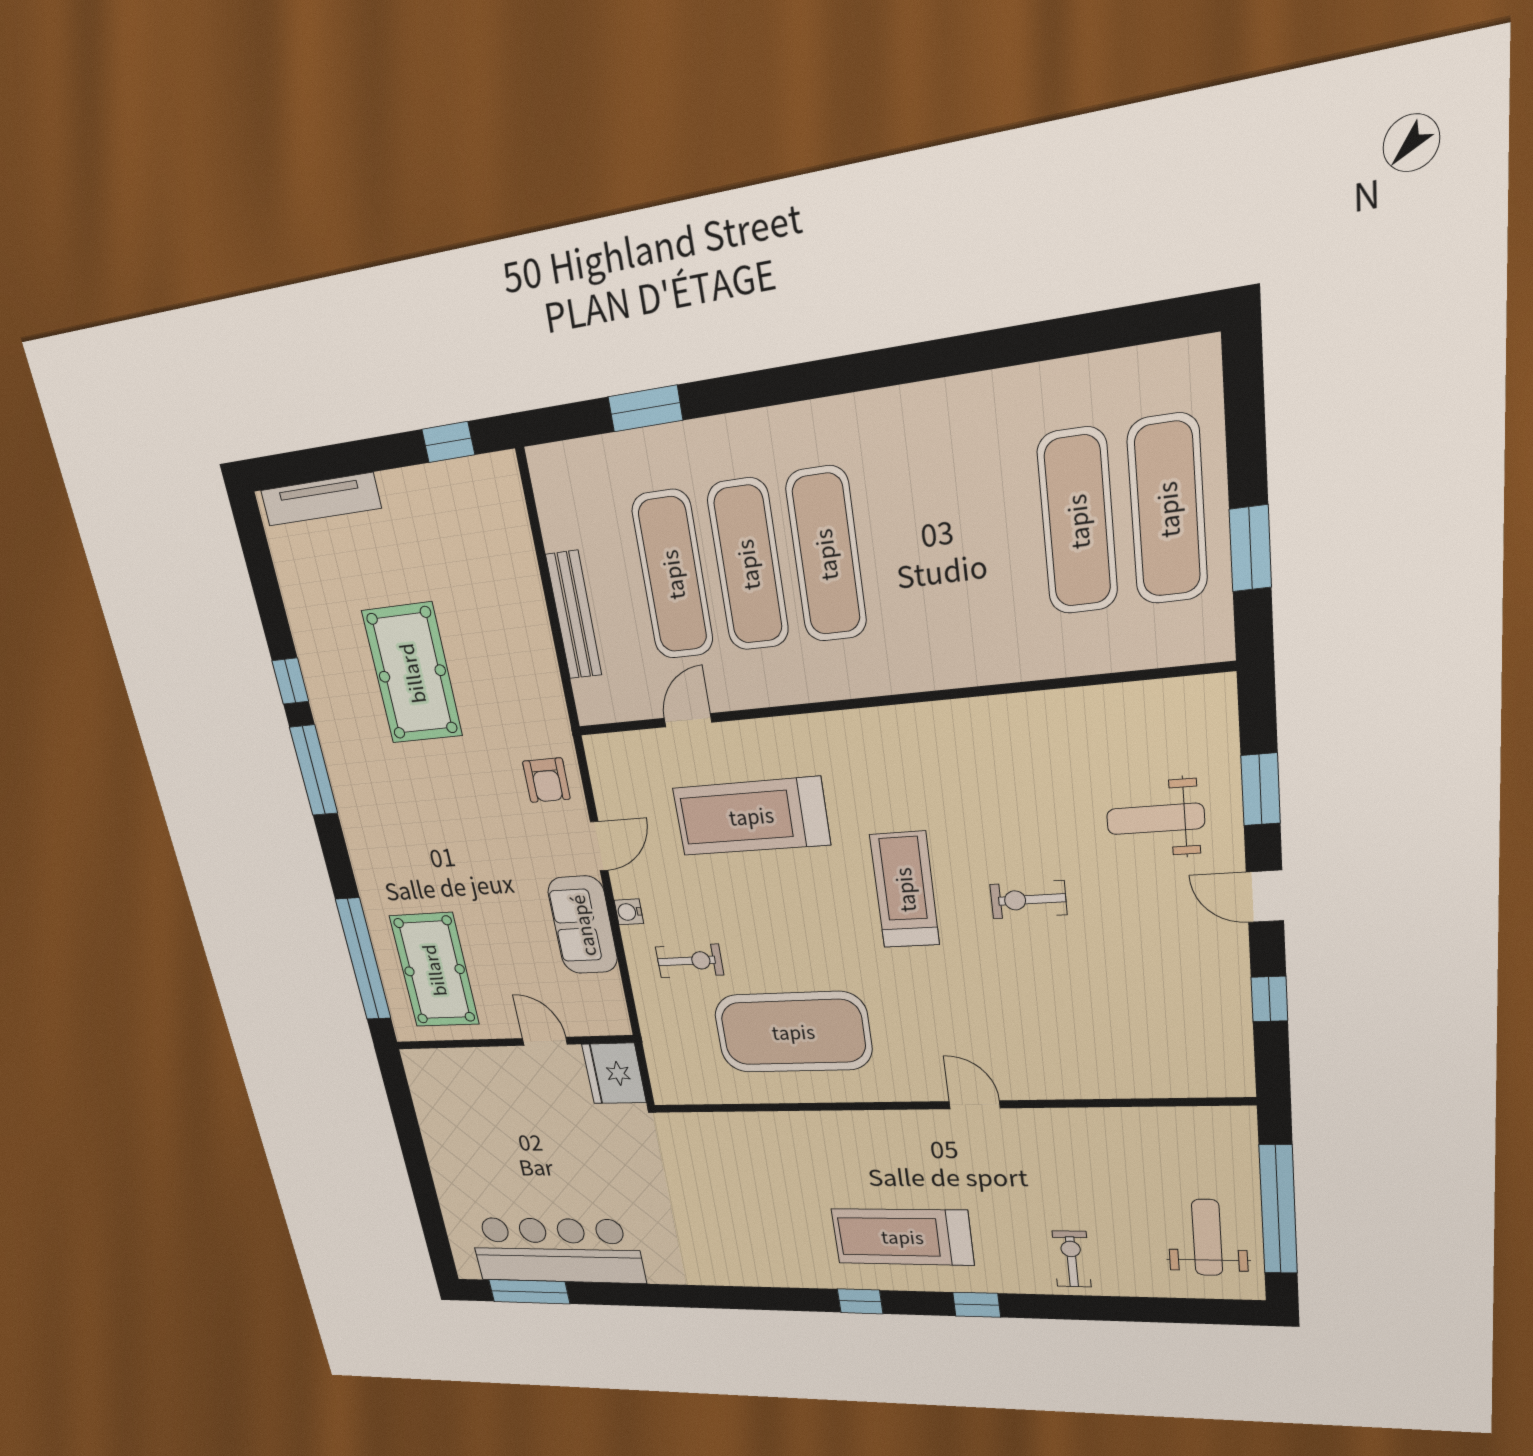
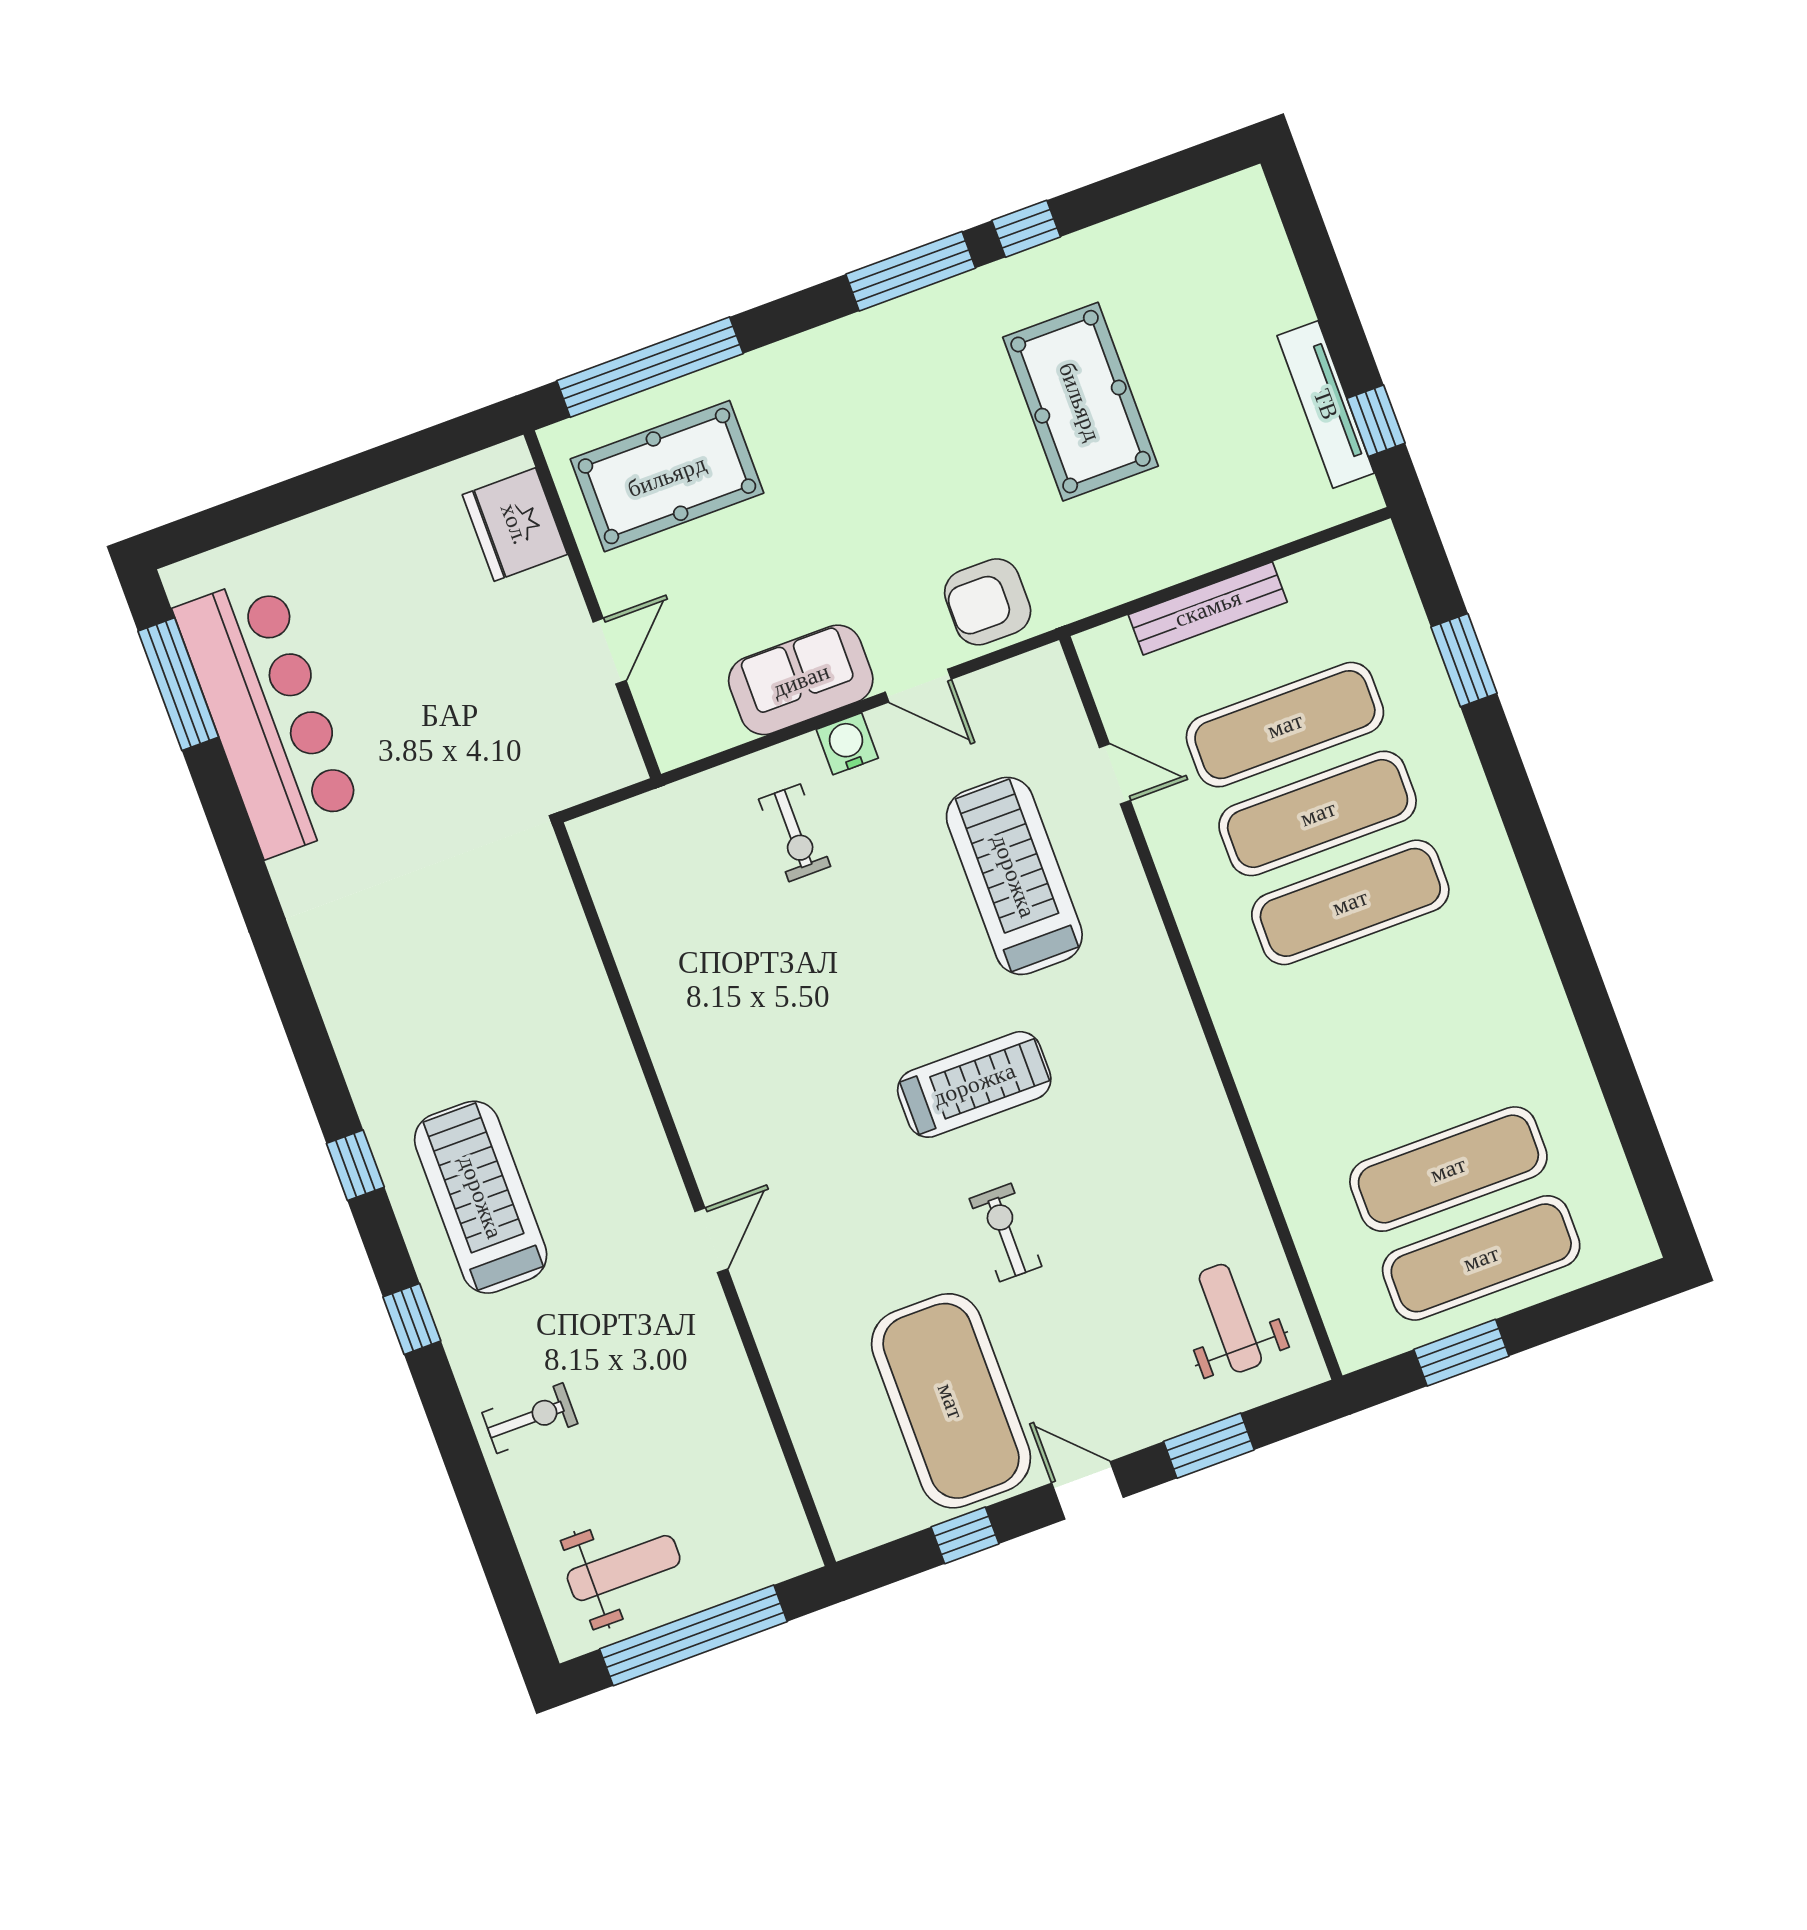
tv unit: (321, 499) -> (1326, 404), moved
pool table: (412, 673) -> (1080, 402), turned 90
armchair: (546, 780) -> (988, 602), width x1.38, depth x1.38
weight bench: (1155, 819) -> (1230, 1318), moved
door: (1265, 896) -> (1087, 1490), hinge flipped
water cooler: (629, 912) -> (847, 744), width x1.38, depth x1.38
exercise mat: (793, 1032) -> (951, 1401), moved
fridge: (614, 1073) -> (515, 524), moved, turned -90

